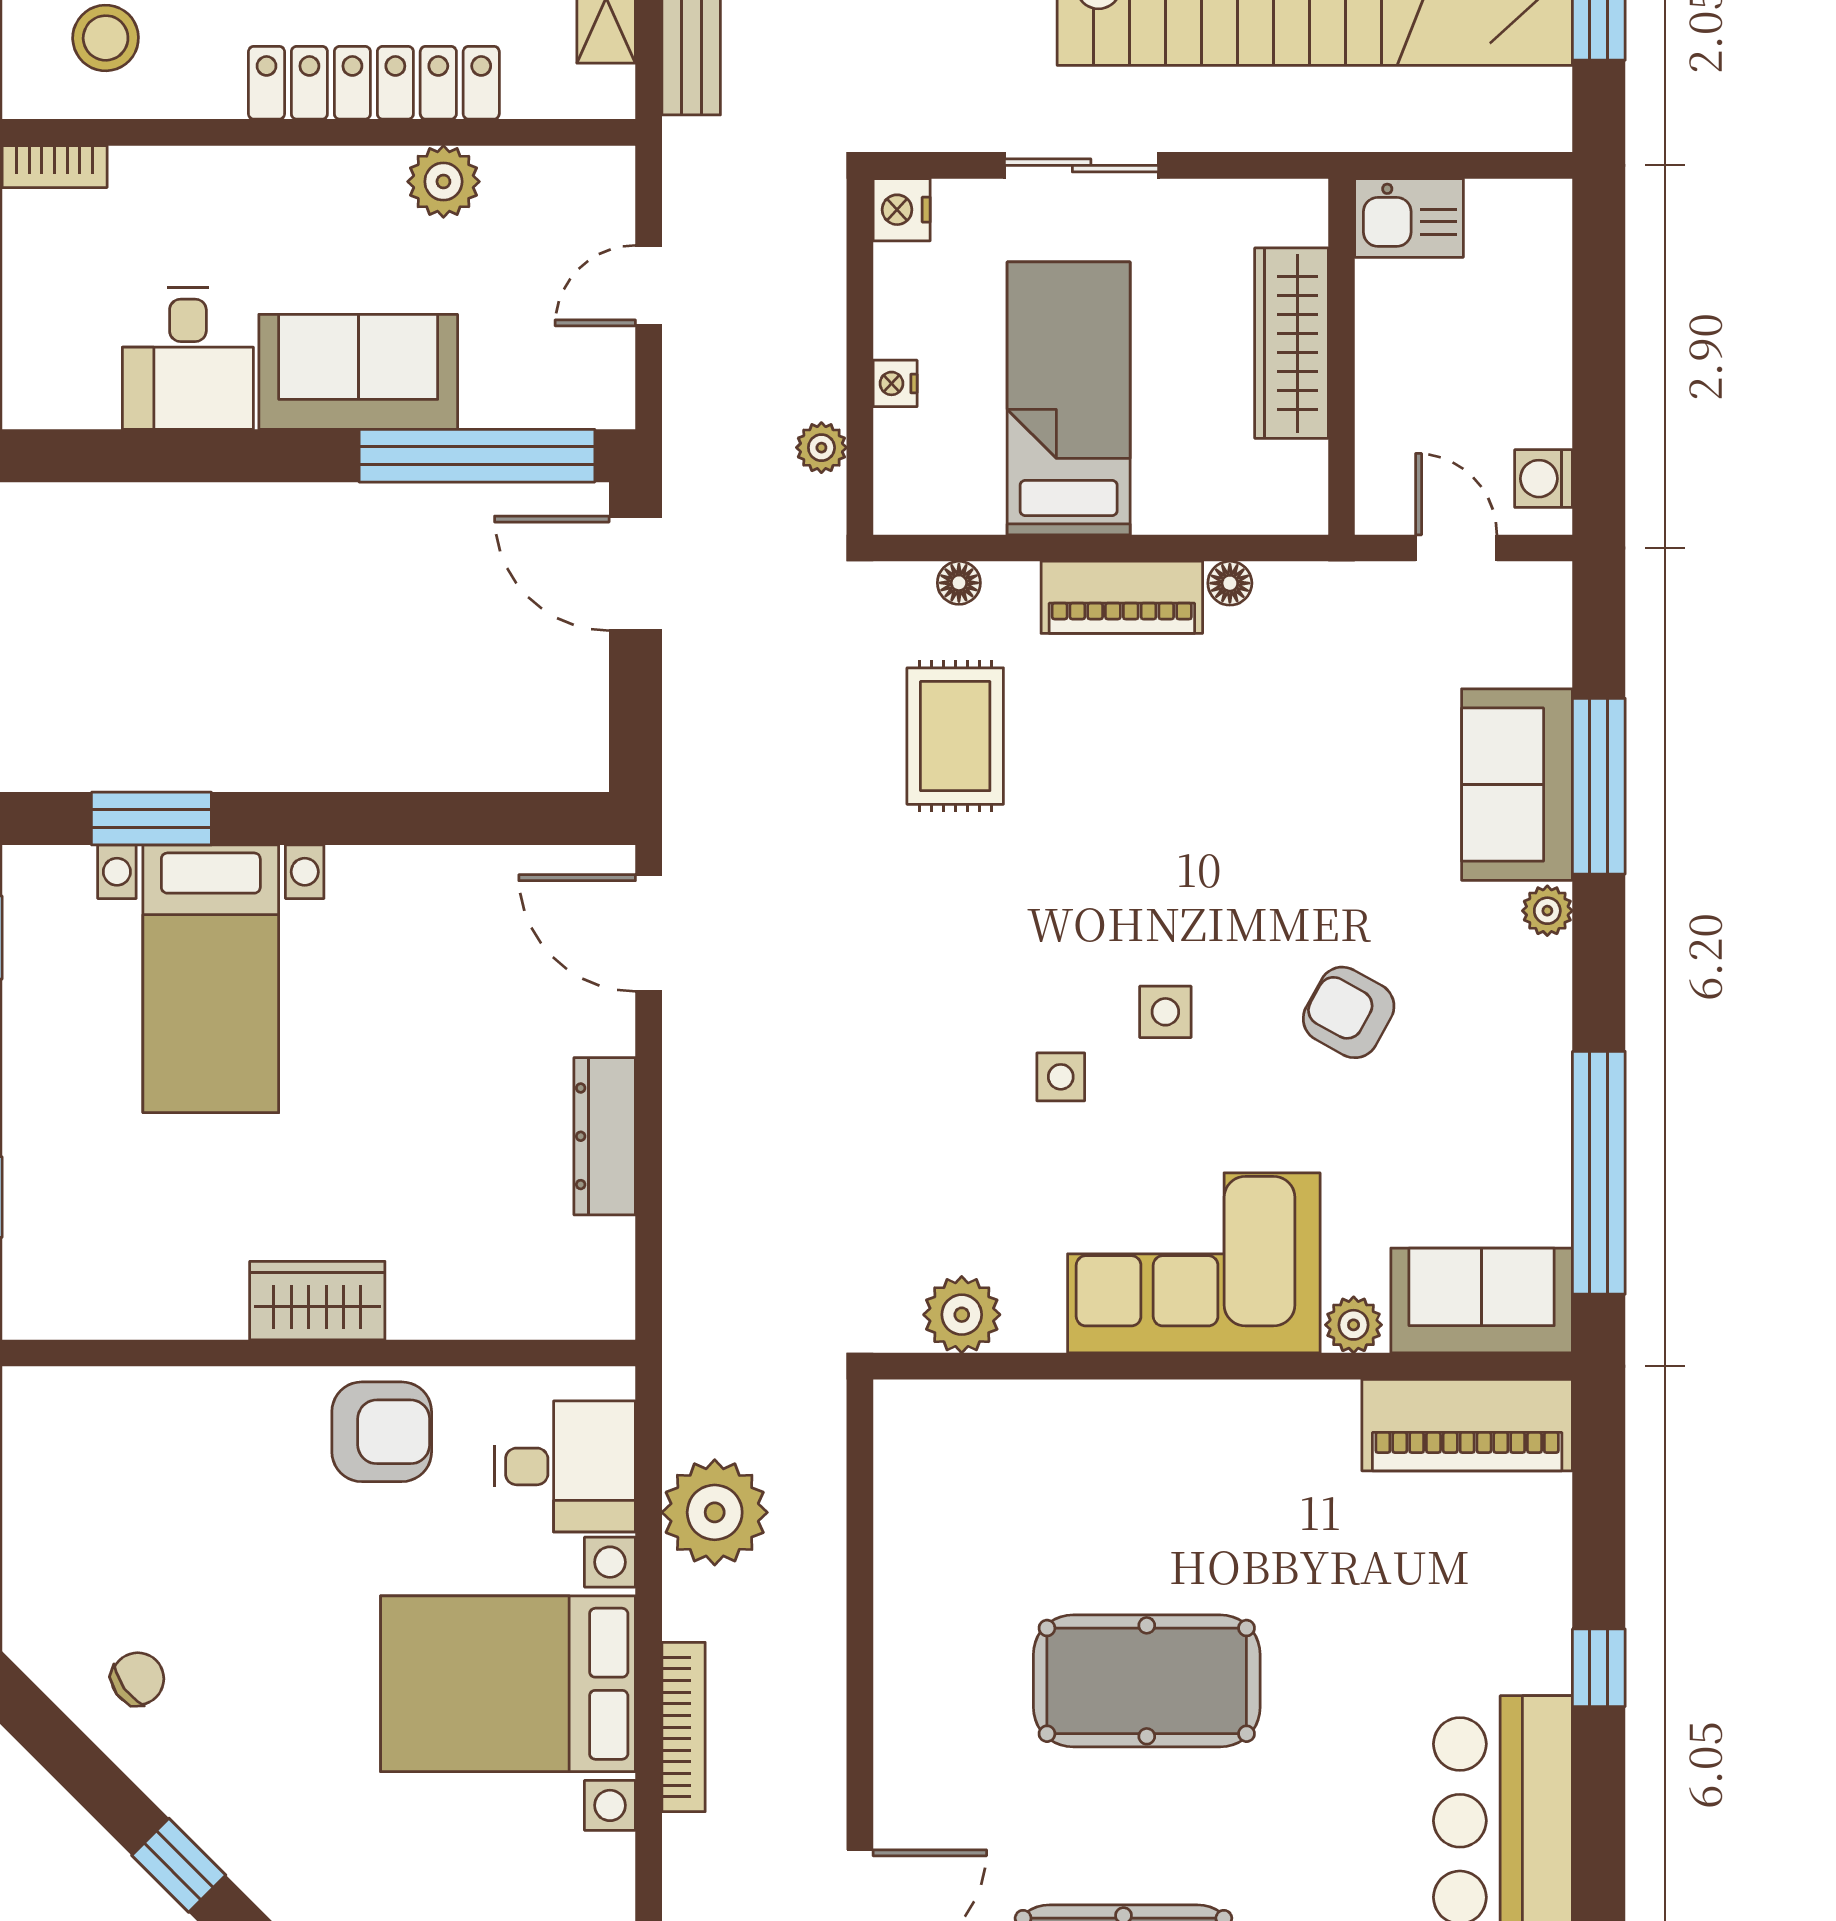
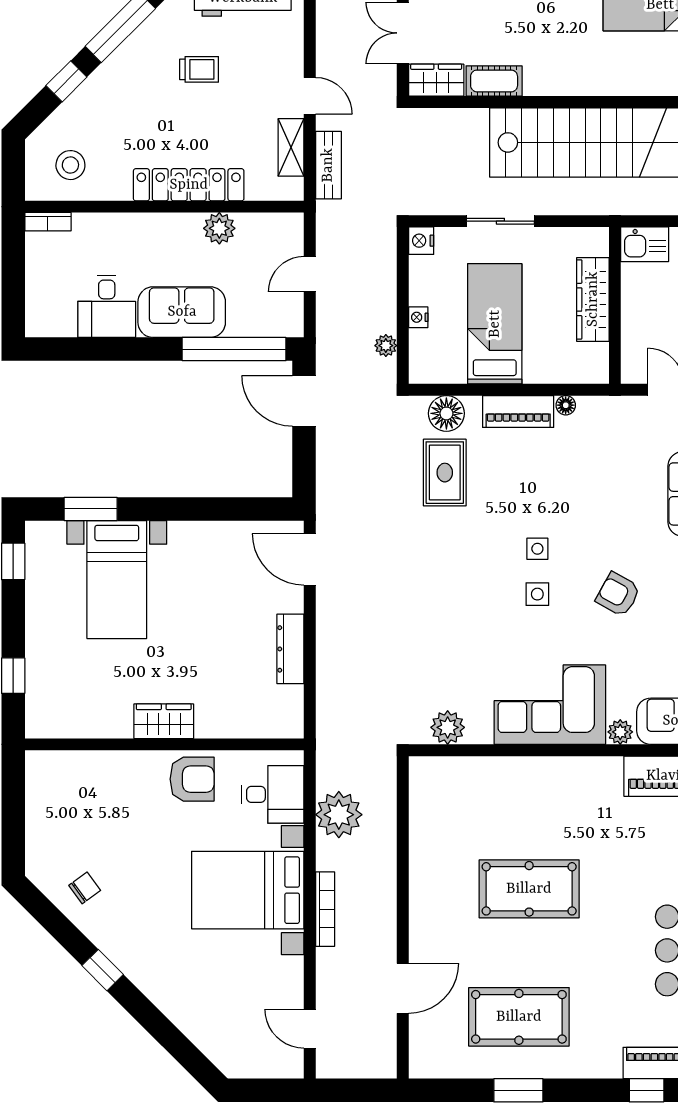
floor lamp: (959, 583) -> (446, 413), width x1.89, depth x1.89
side table: (1061, 1077) -> (537, 549), moved

